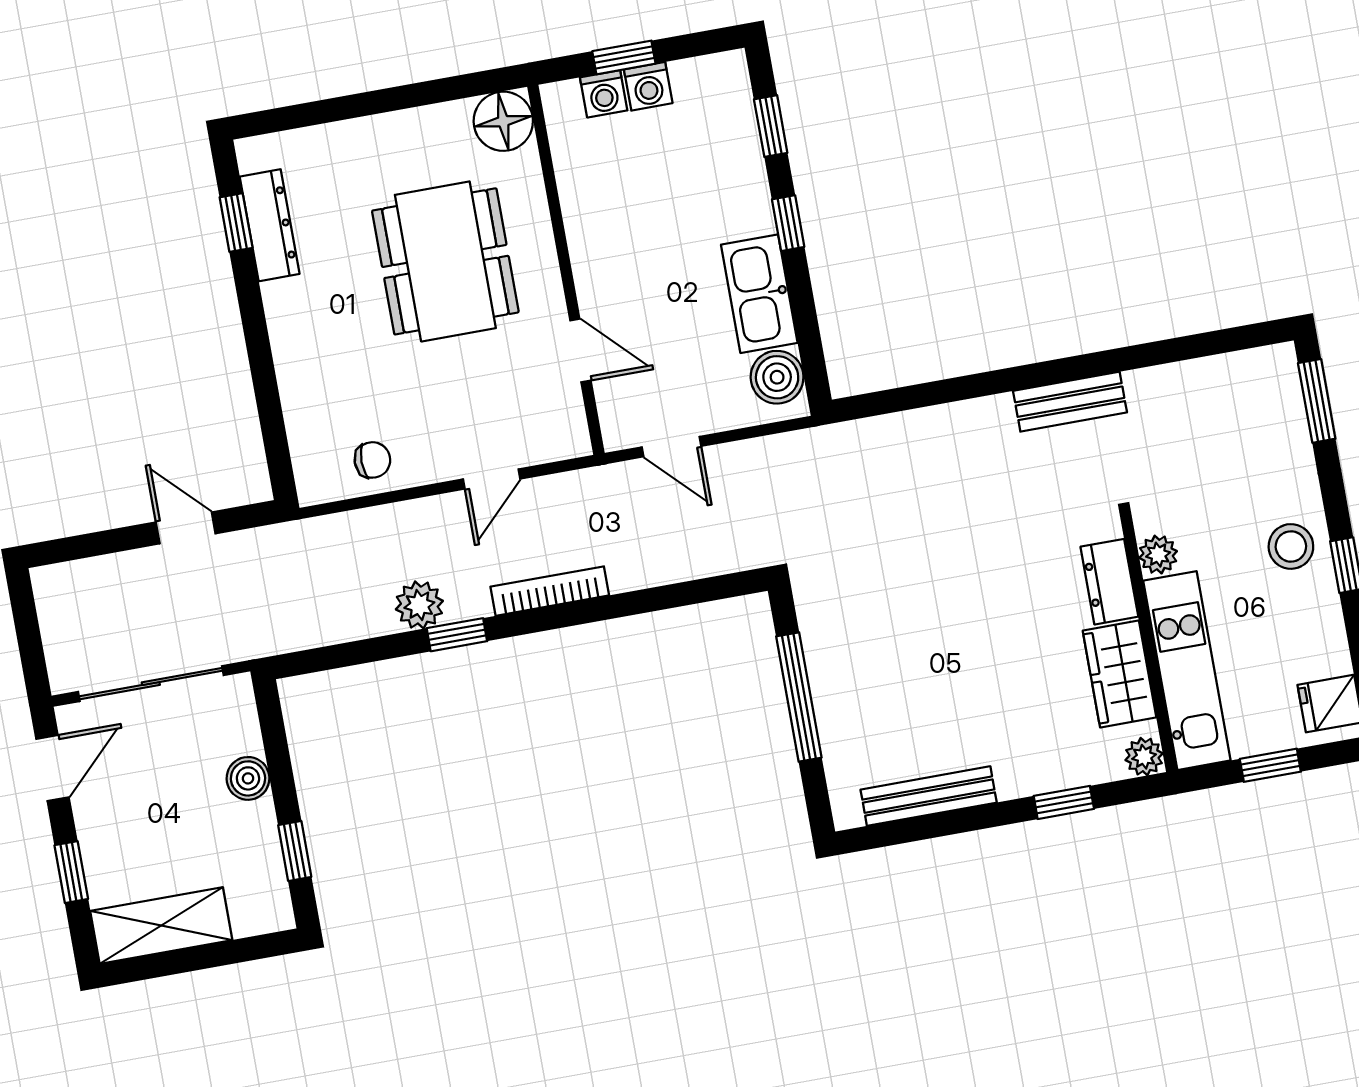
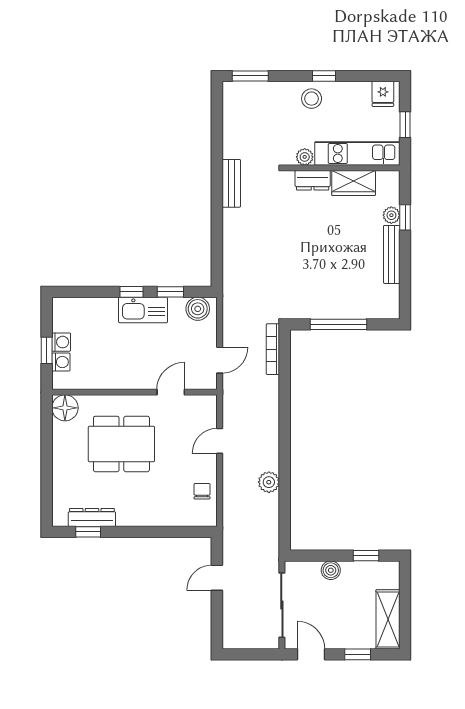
window: (771, 126) -> (170, 292), moved
kitchen sink: (759, 294) -> (143, 310), moved
door: (492, 479) -> (220, 441), swing flipped
bookcase: (550, 591) -> (273, 349), moved
window: (457, 635) -> (285, 468), removed
plant: (1144, 757) -> (391, 215), moved
bench: (929, 796) -> (392, 254), moved

